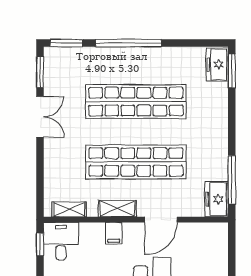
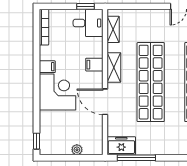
plant: (221, 255) -> (77, 150), added

